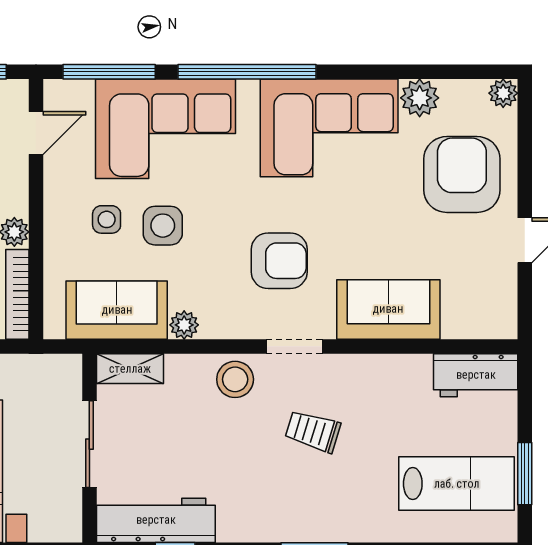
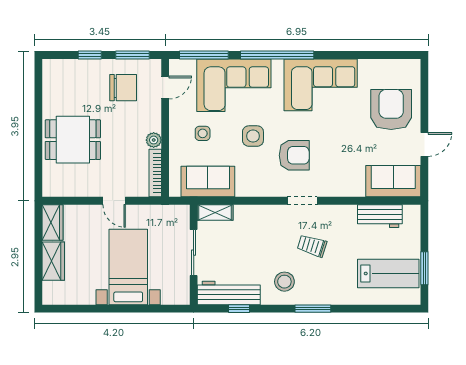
plant: (503, 93) -> (413, 66), removed
plant: (420, 98) -> (369, 69), removed
side table: (163, 226) -> (253, 136), moved
sofa: (388, 309) -> (393, 181), moved
plant: (184, 325) -> (244, 189), removed
workbench: (476, 375) -> (380, 216), moved
stool: (235, 379) -> (284, 282), moved

